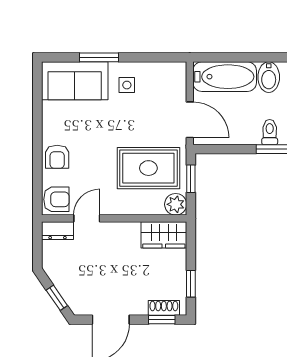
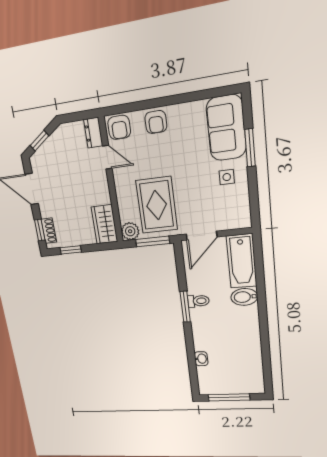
armchair: (57, 157) -> (156, 122), turned -90
window: (191, 179) -> (153, 241), width x1.50

